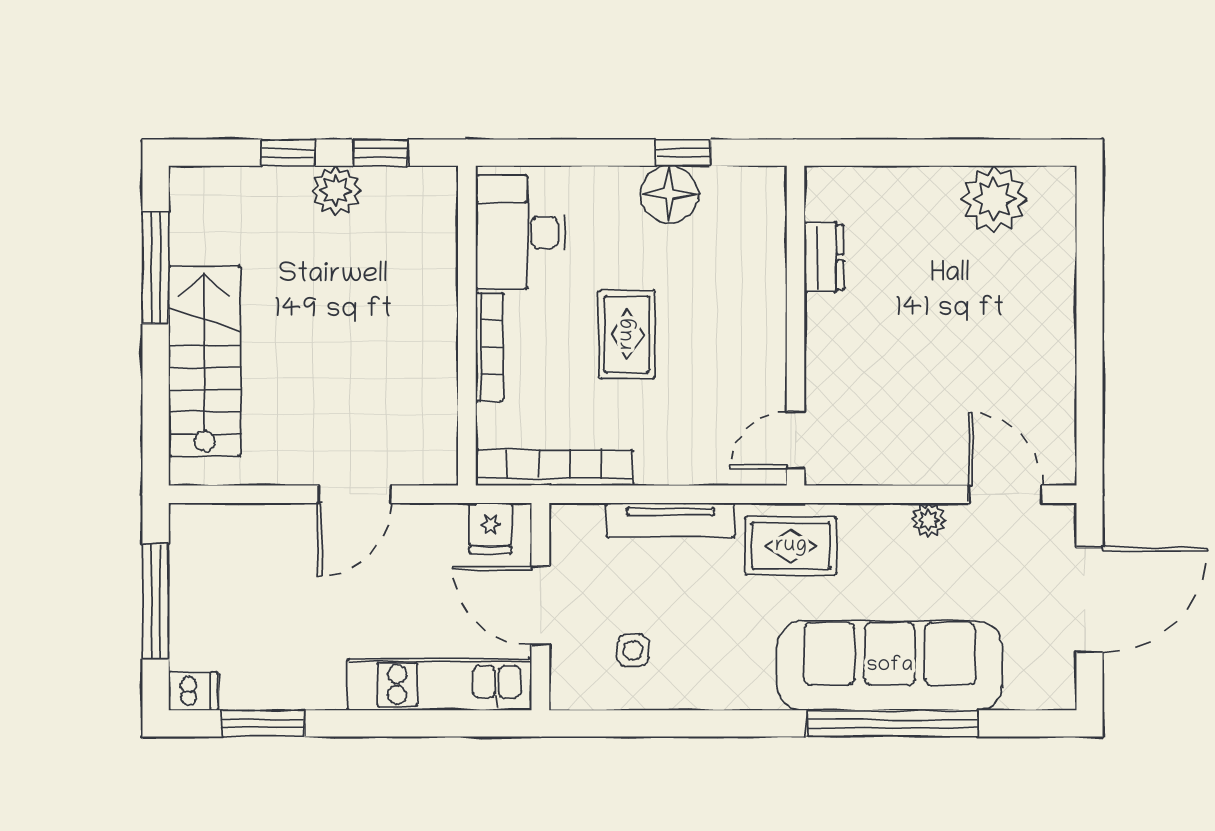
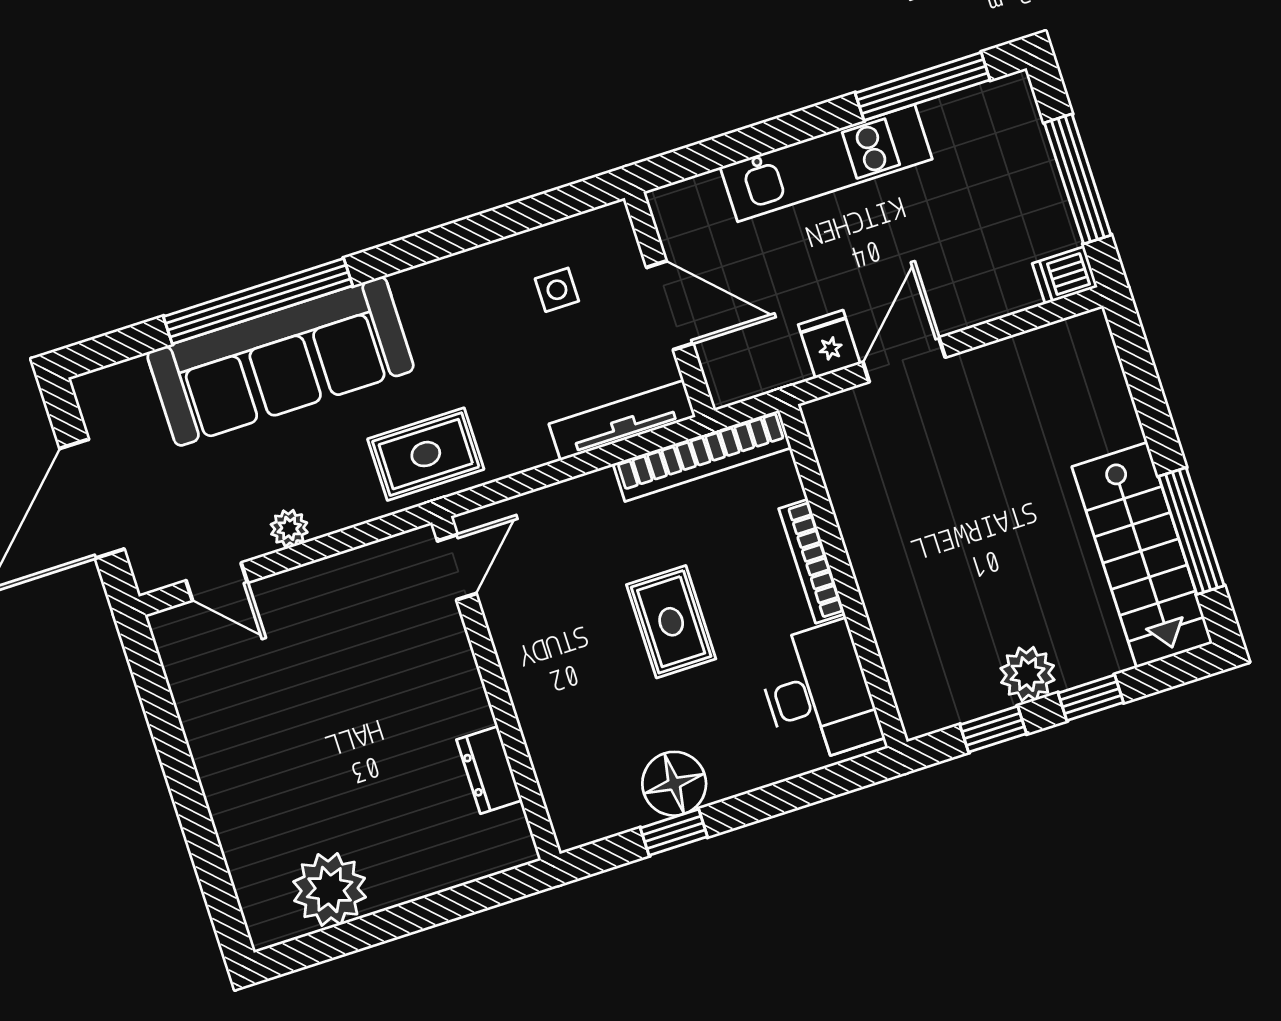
stairs: (204, 361) -> (1142, 555), moved
door: (1005, 494) -> (217, 582), width x0.73
tv unit: (670, 520) -> (622, 420), moved
fridge: (490, 528) -> (829, 344), moved
kitchen unit: (440, 685) -> (826, 163), moved
dishwasher: (193, 691) -> (1065, 275), moved
window: (263, 723) -> (923, 86), width x1.44

